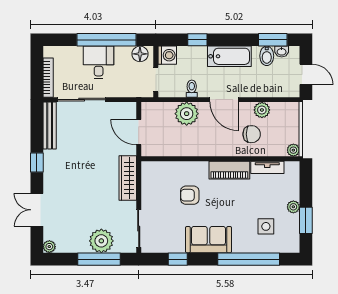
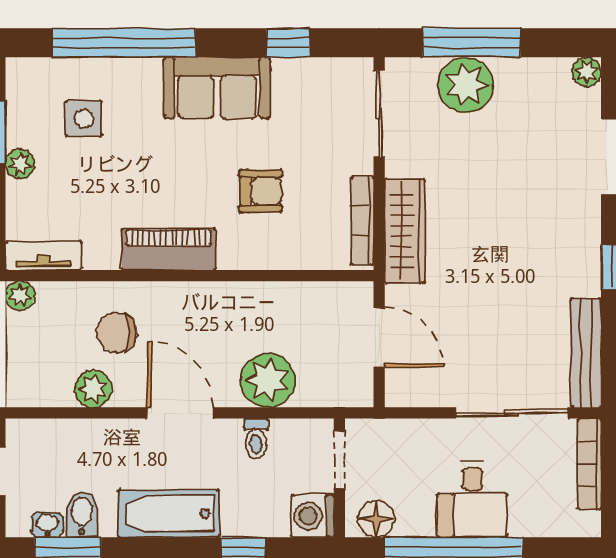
tv unit: (267, 167) -> (44, 256), moved
bookcase: (146, 182) -> (362, 221), added

